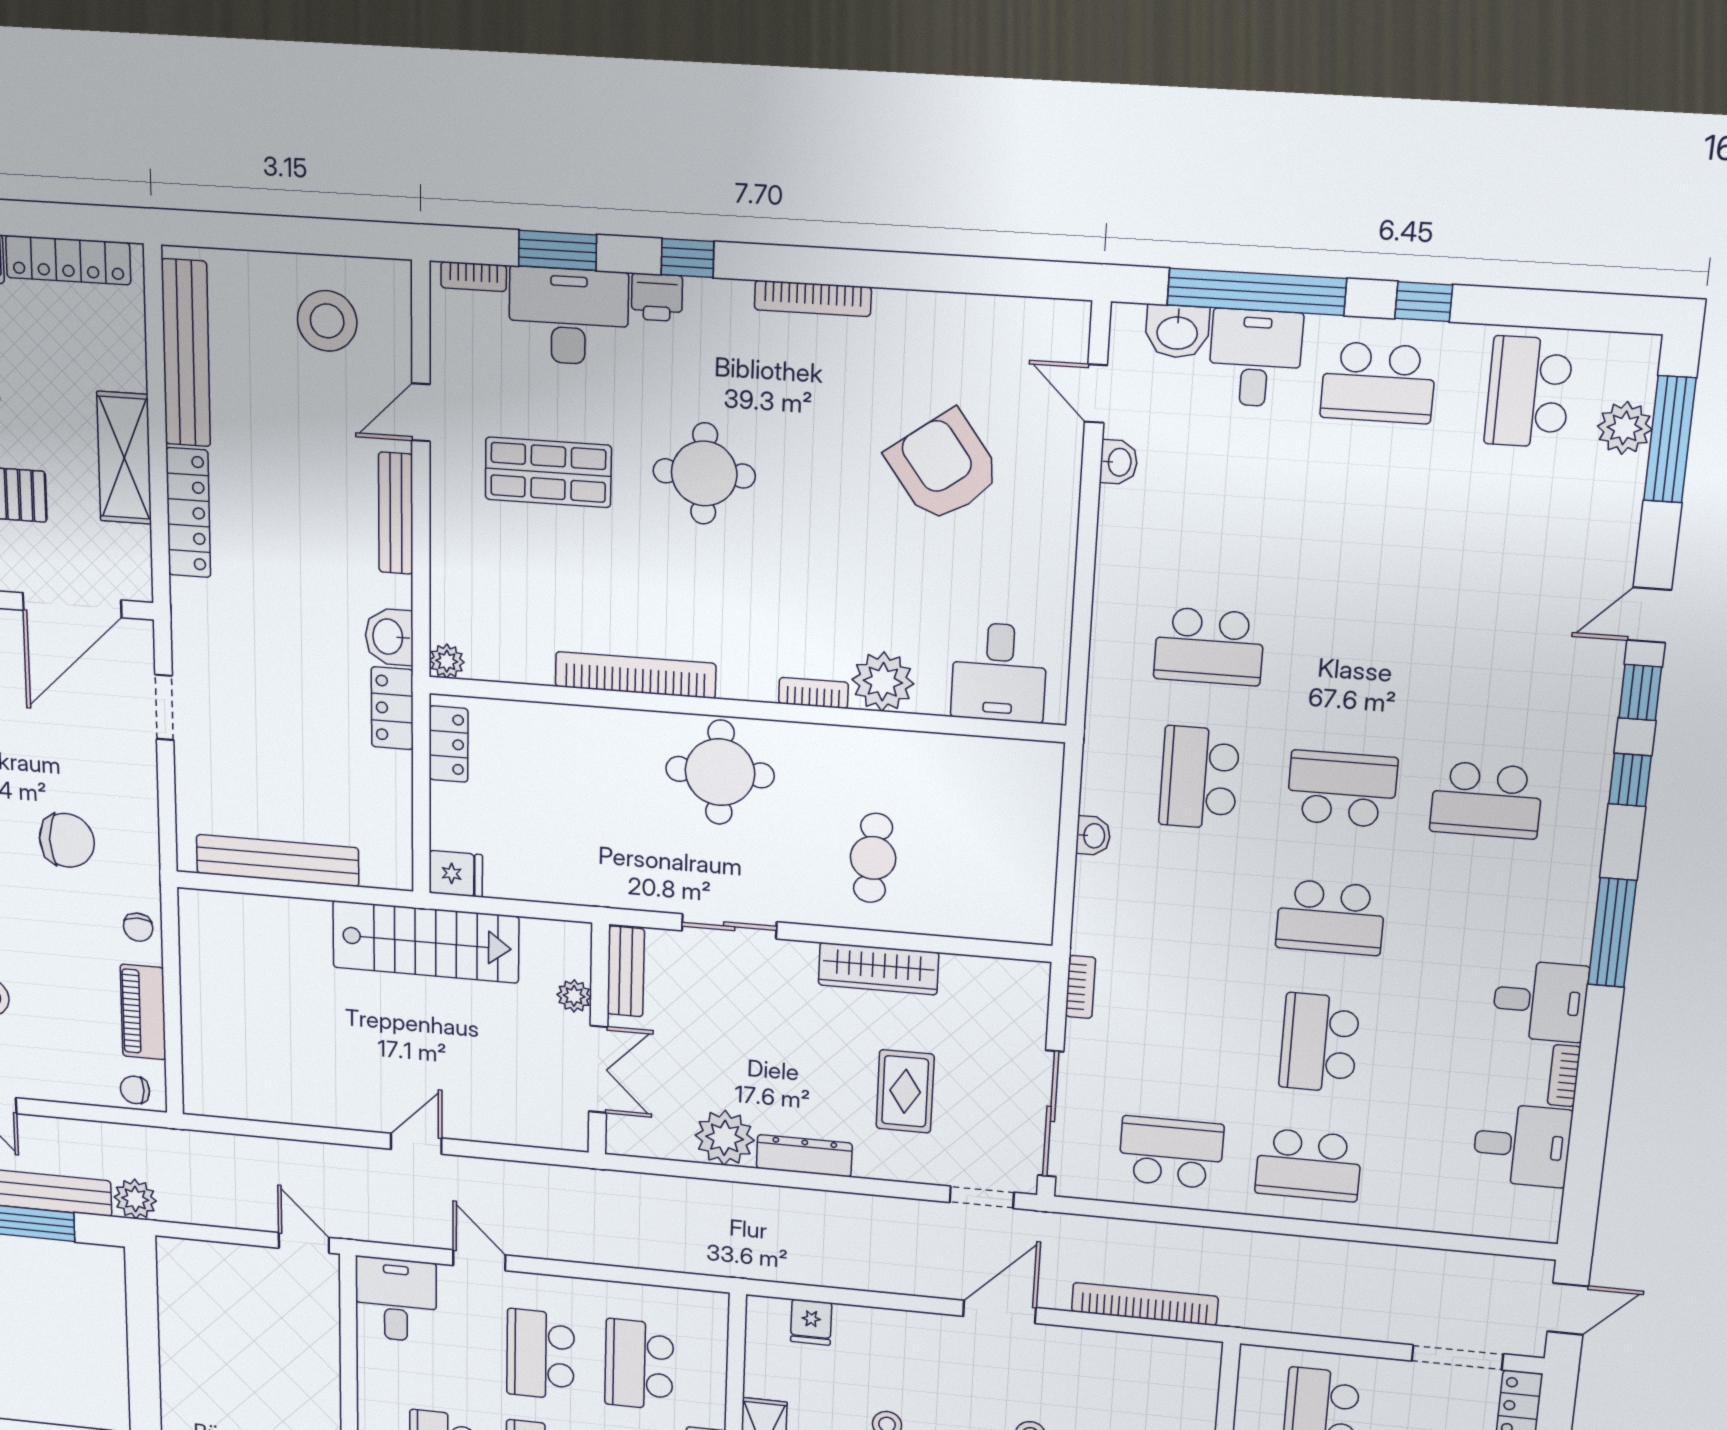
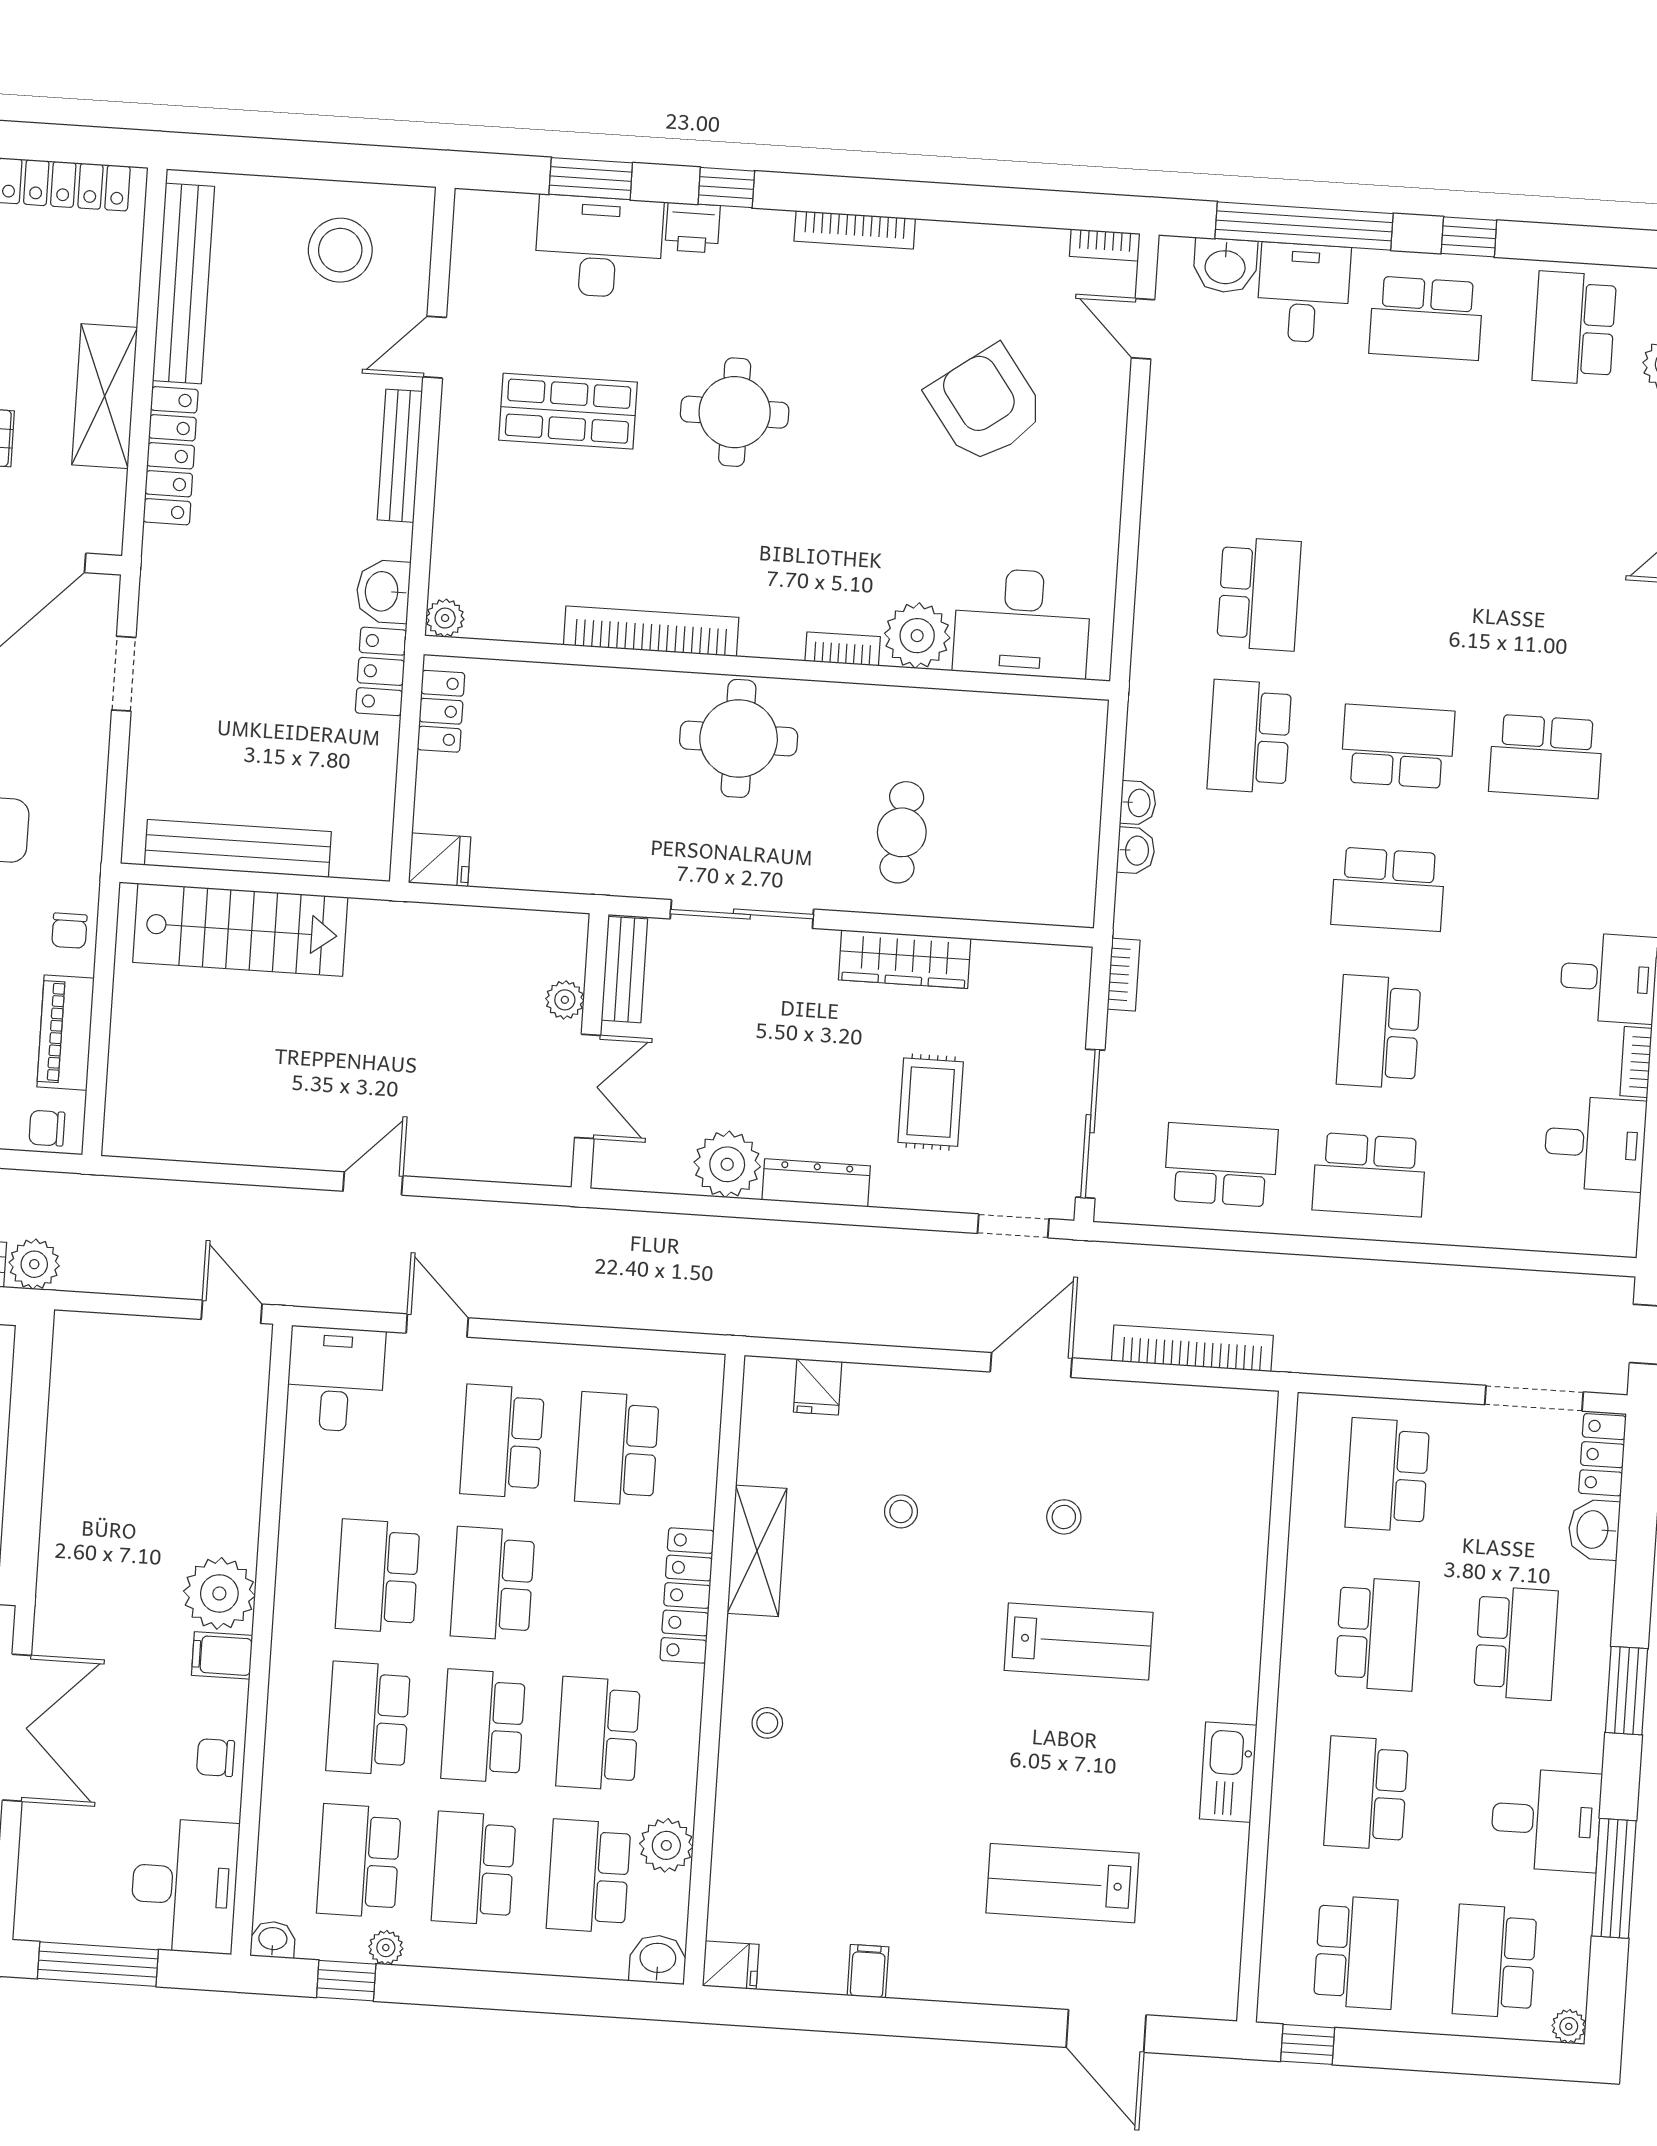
bookcase: (474, 276) -> (1105, 245), moved
washbasin: (1119, 462) -> (1136, 851), moved
school desk: (1209, 646) -> (1259, 594), turned -90
desk: (999, 672) -> (1022, 623), width x1.37
sliding door: (729, 926) -> (742, 914), width x1.37
stairs: (426, 942) -> (240, 930), moved

